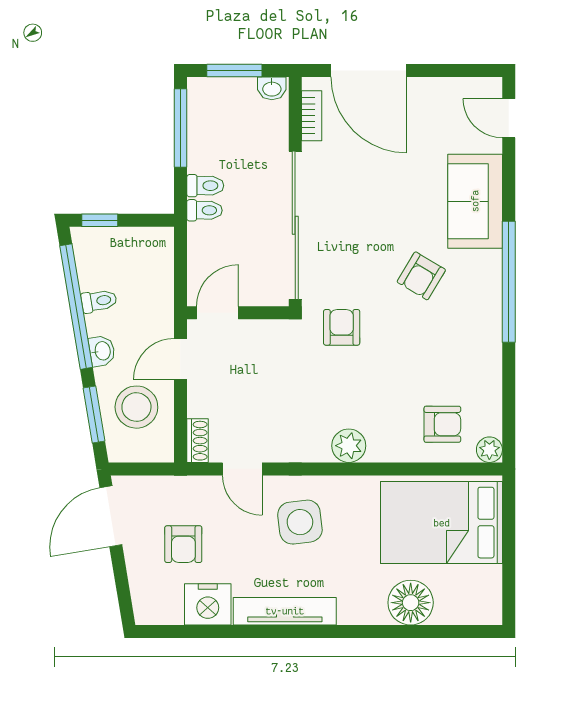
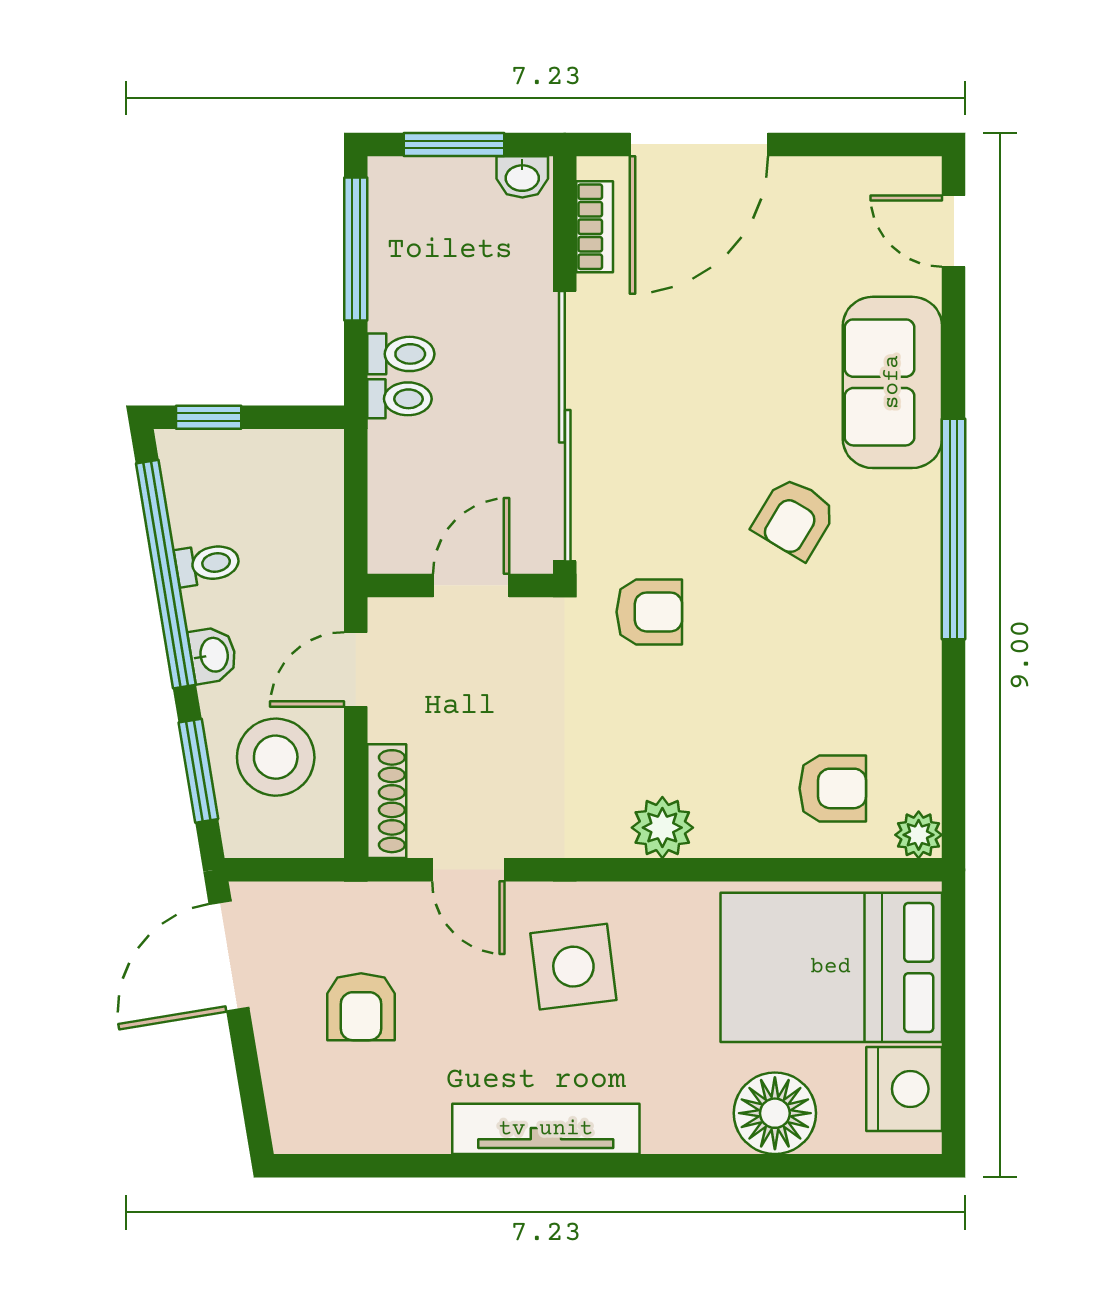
door: (369, 71) -> (699, 144), hinge flipped
door: (217, 313) -> (471, 585), moved
armchair: (342, 327) -> (649, 612), turned 90
shoe rack: (198, 441) -> (387, 801), width x1.43
nightstand: (208, 604) -> (904, 1089), moved, turned -90

